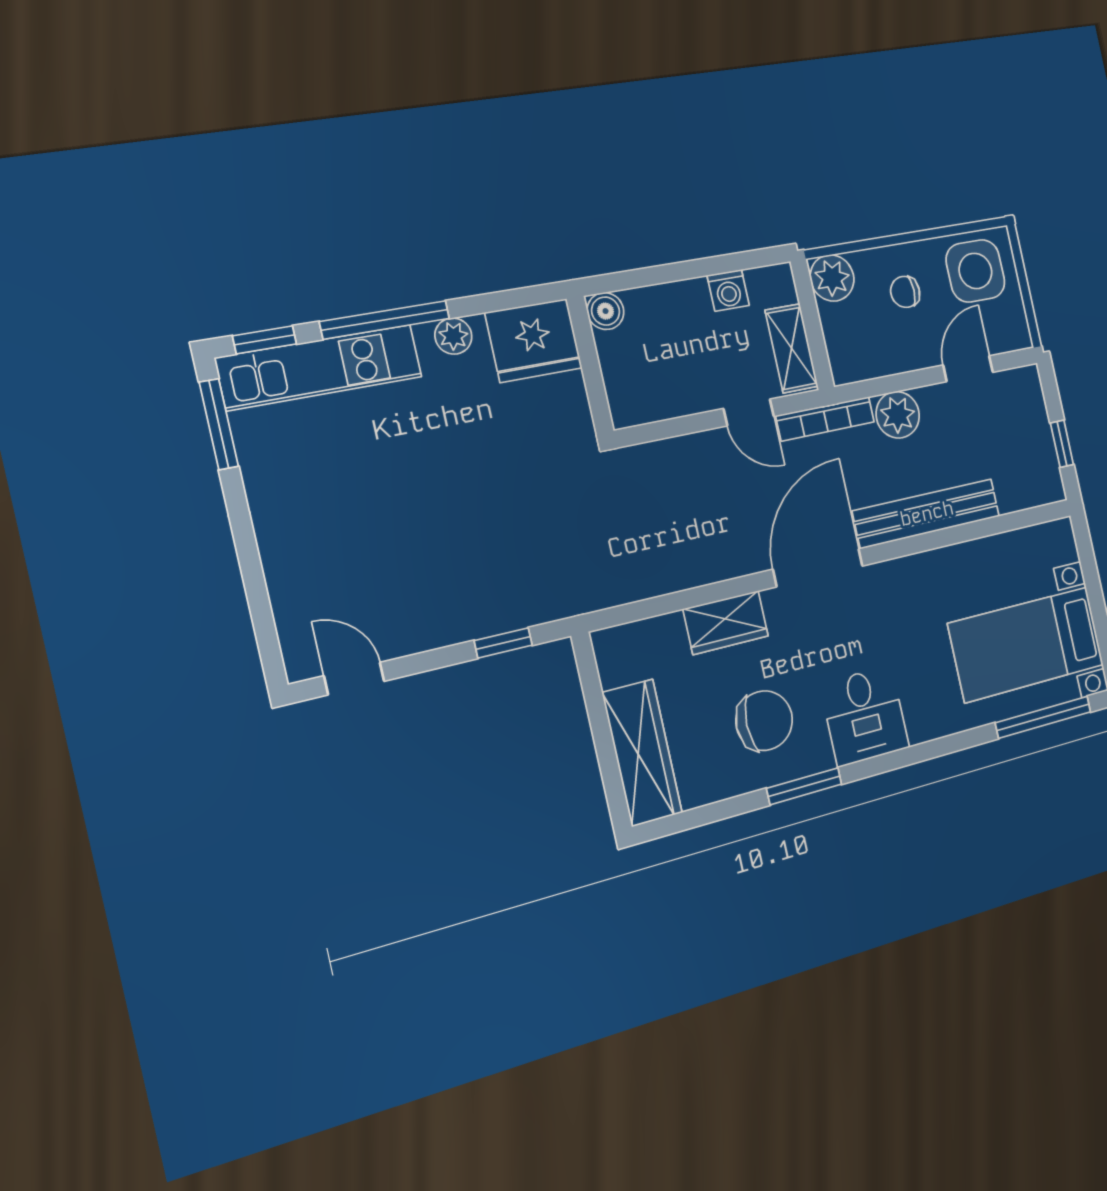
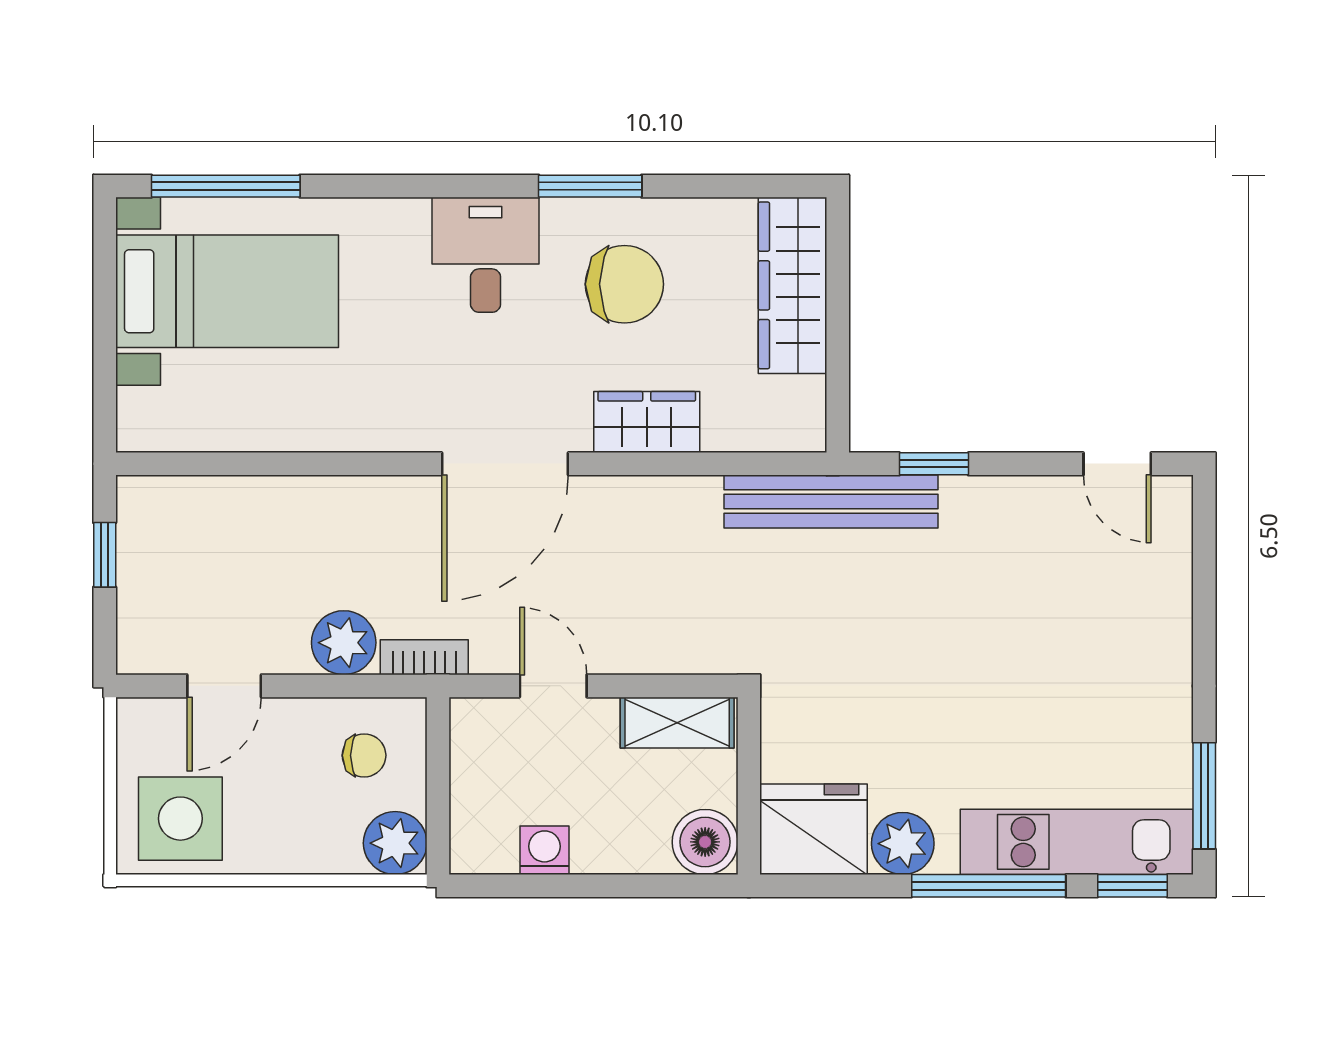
chair: (905, 292) -> (364, 755), moved
boiler: (606, 311) -> (705, 842), width x1.36, depth x1.36
plant: (453, 336) -> (903, 844), width x1.38, depth x1.38
shelving: (792, 348) -> (677, 723), moved, turned 90
bookcase: (825, 419) -> (424, 657), width x0.64
bench: (927, 514) -> (831, 501), moved
chair: (764, 721) -> (624, 284), turned 180

